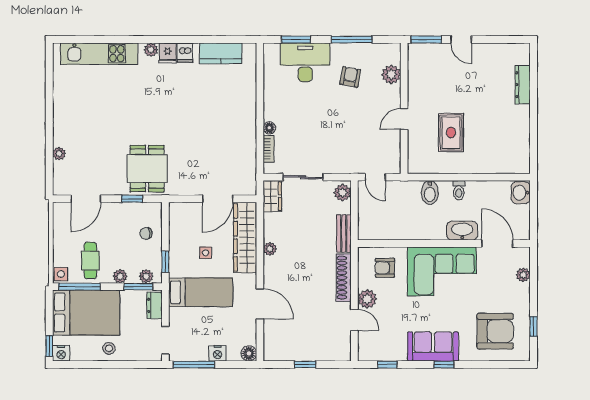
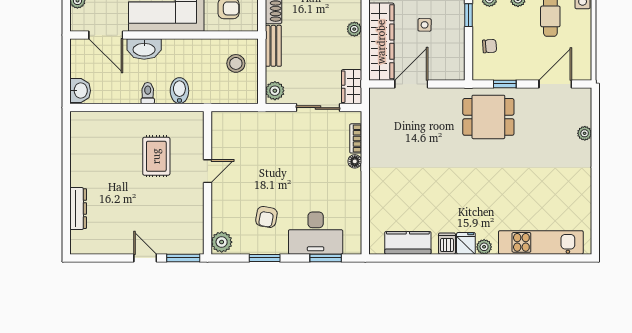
window: (352, 39) -> (265, 258), width x0.69
plant: (391, 74) -> (222, 242), moved
dining table: (147, 169) -> (488, 117), turned 90
door: (375, 177) -> (239, 108), removed
stool: (378, 217) -> (236, 63), added

